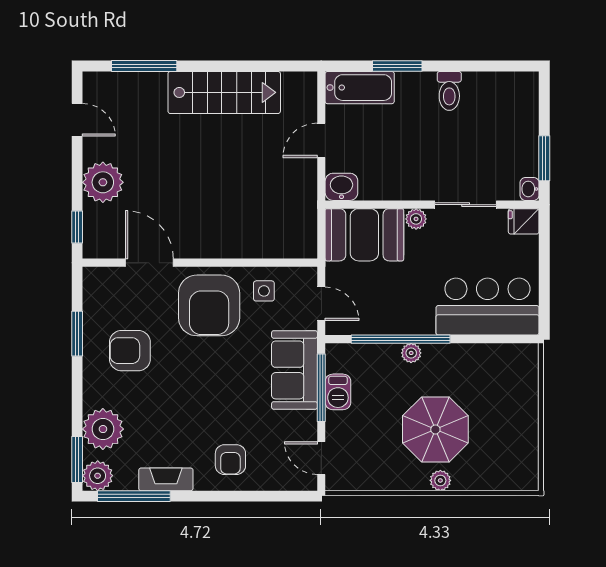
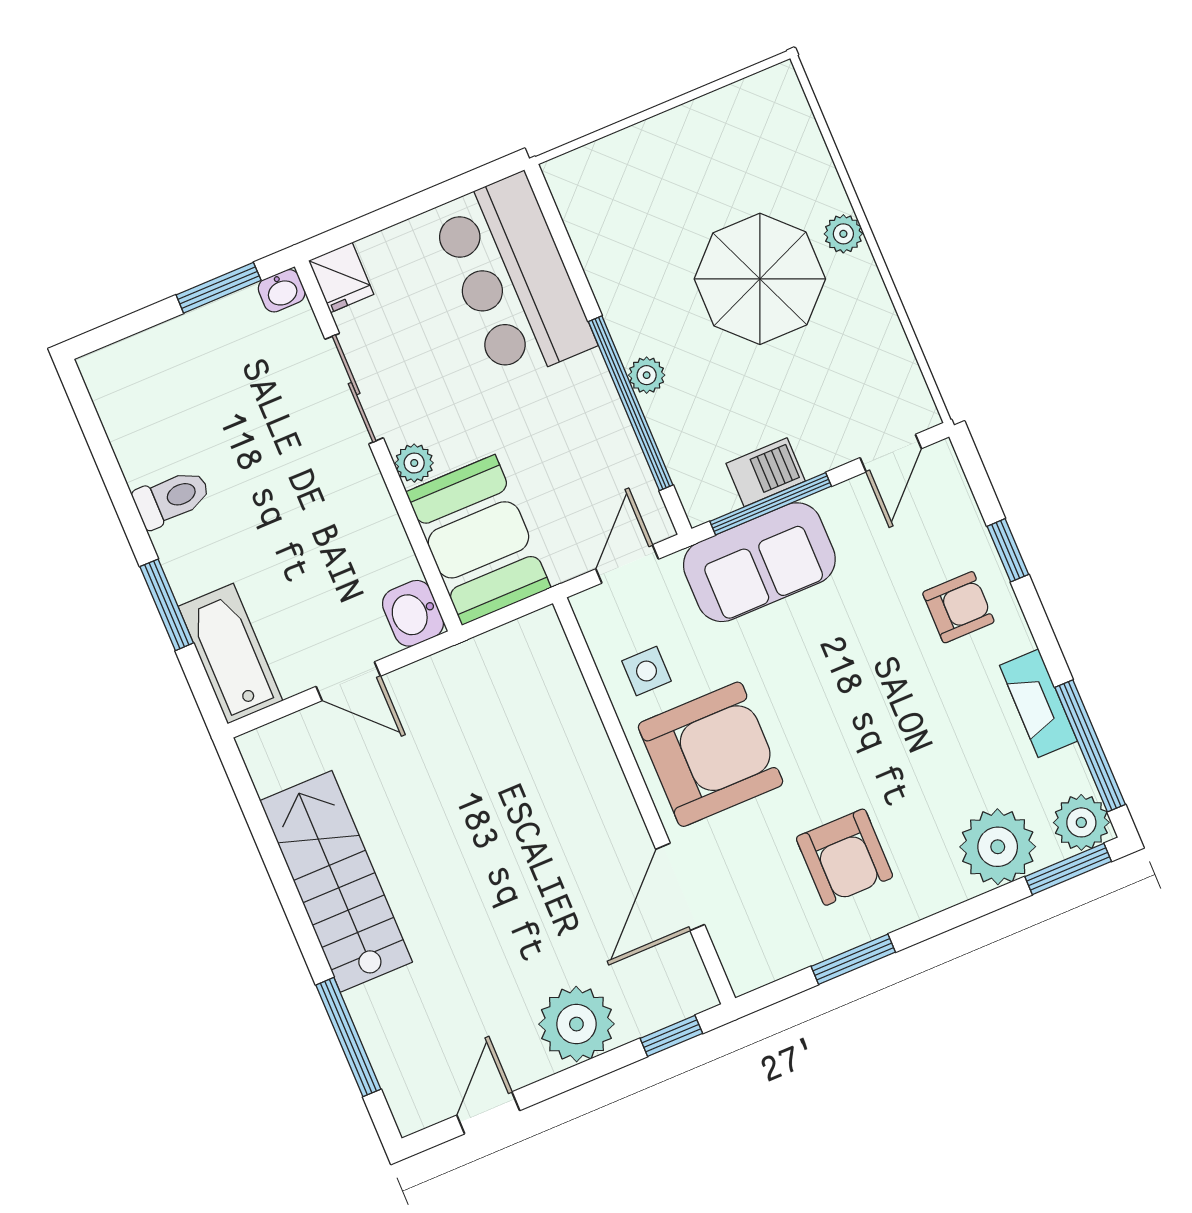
window: (248, 496) -> (1008, 550), added

